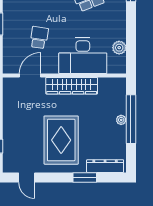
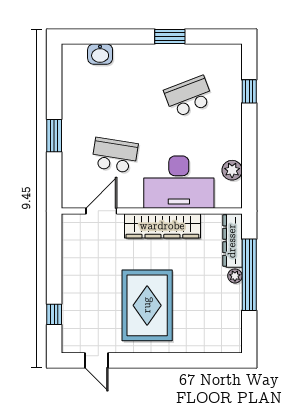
school desk: (39, 37) -> (115, 155), width x1.85
dresser: (105, 166) -> (232, 241), moved, turned -90
window: (85, 178) -> (182, 360), removed

